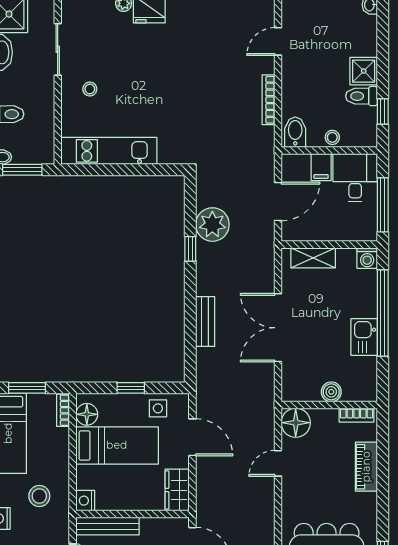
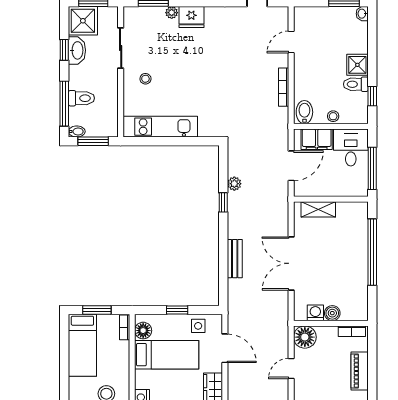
filing cabinet: (321, 167) -> (317, 139), width x2.00
plant: (212, 225) -> (234, 184), width x0.53, depth x0.53
washing machine: (367, 258) -> (315, 313), moved, turned 180
kitchen sink: (364, 337) -> (358, 271), removed

